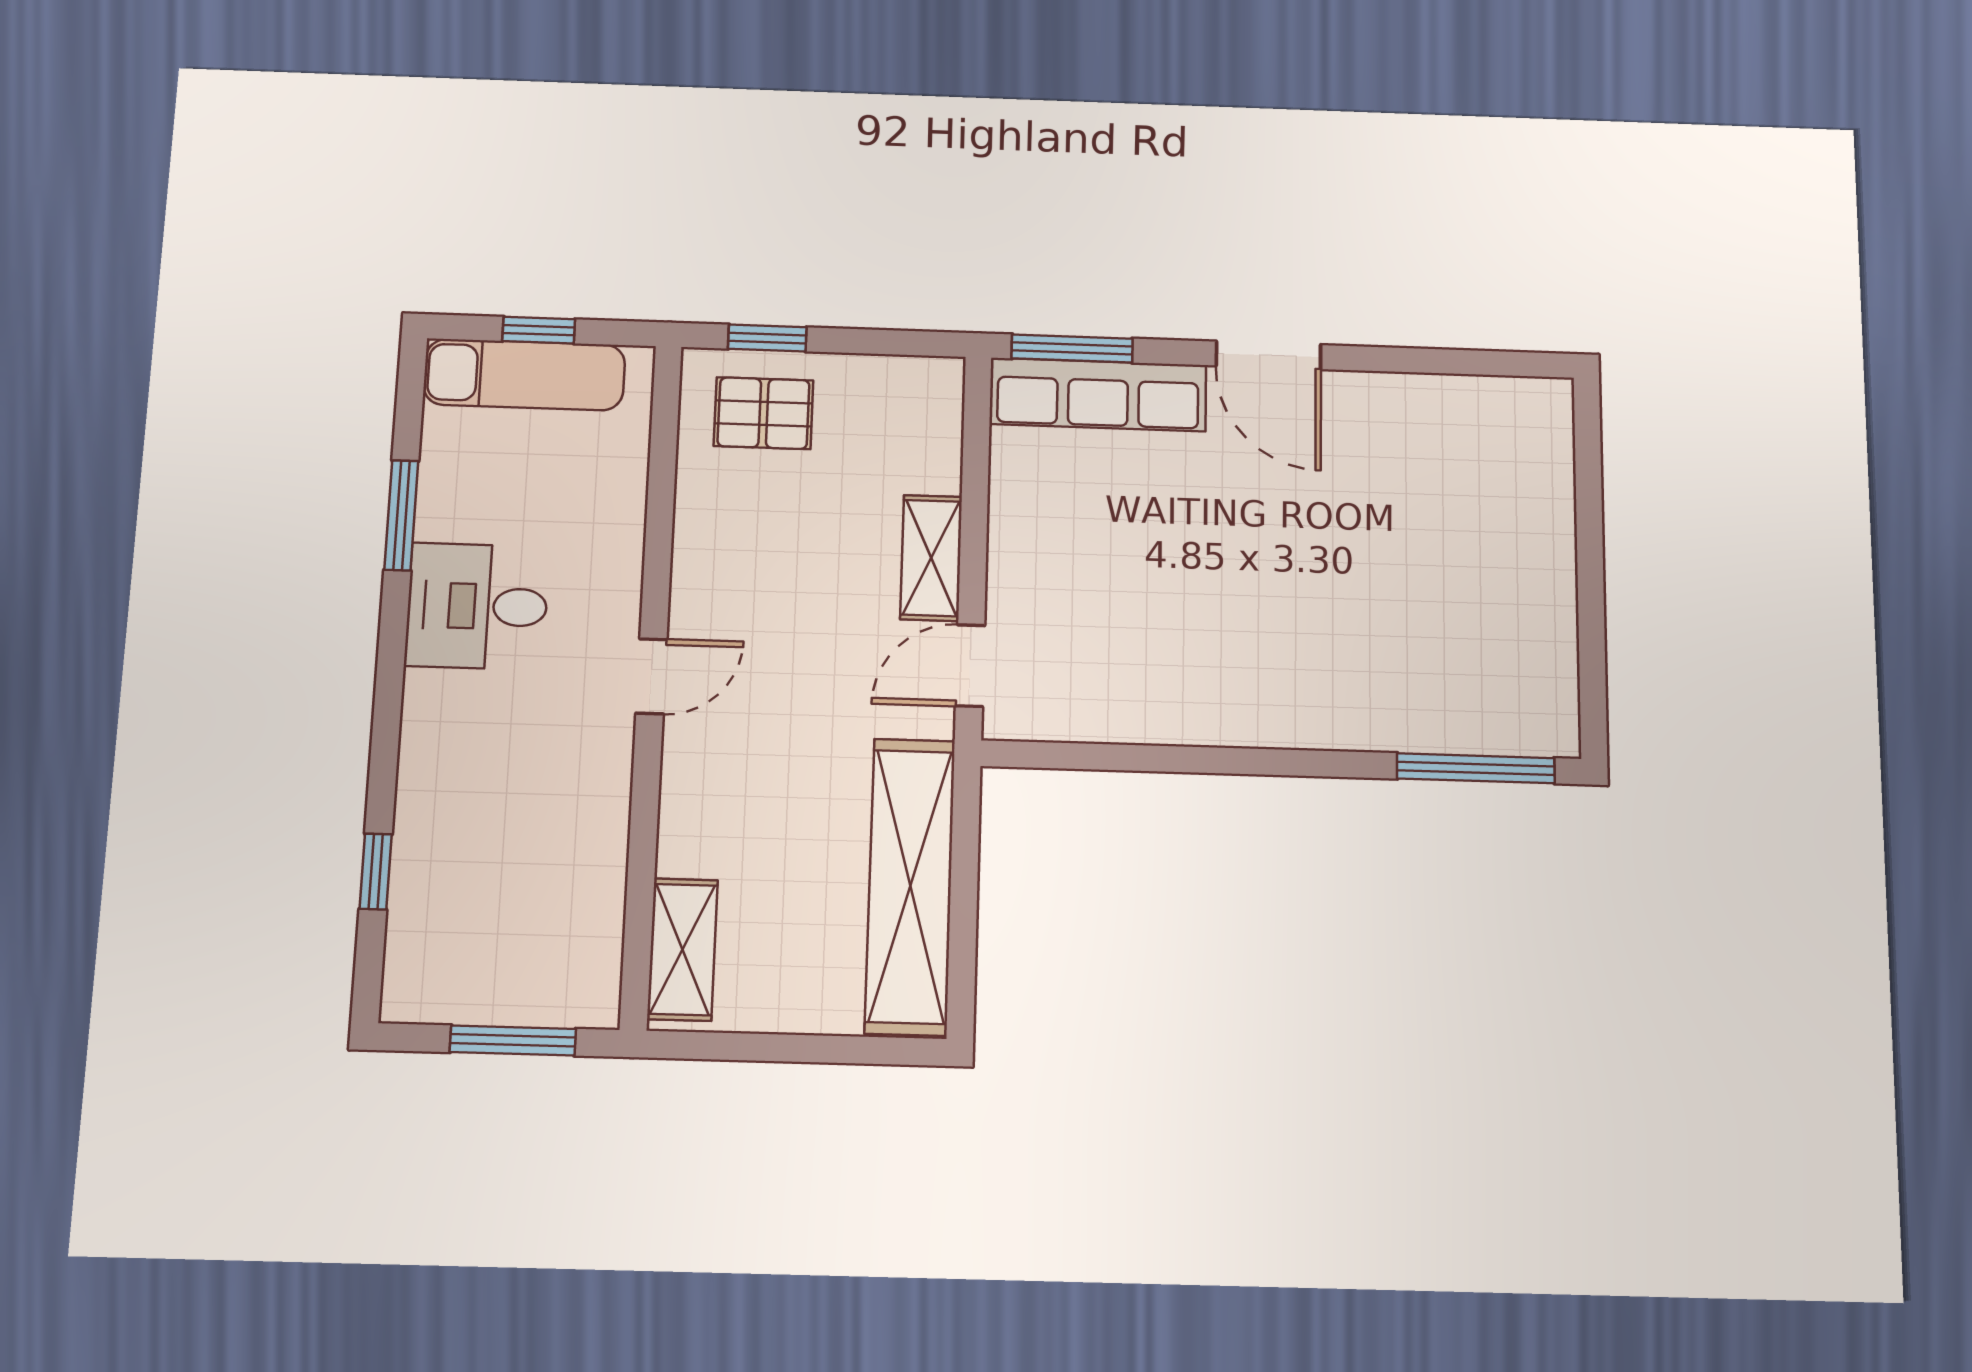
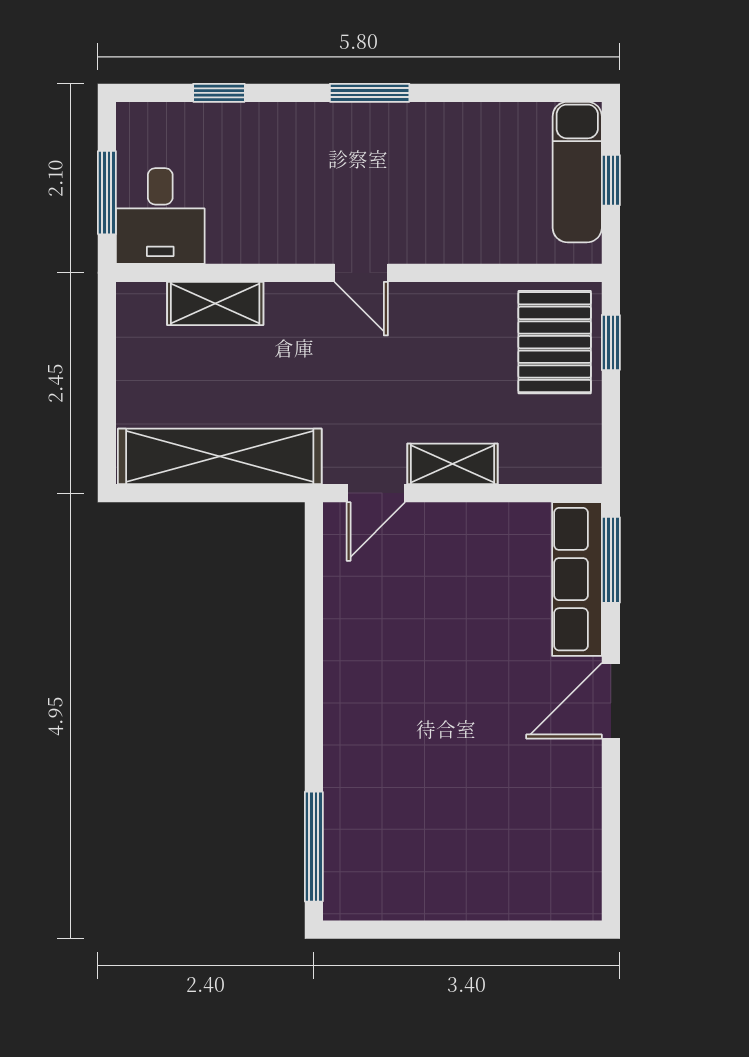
pallet: (764, 413) -> (555, 342), width x1.50, depth x1.42
window: (401, 515) -> (370, 93), moved
desk: (477, 606) -> (160, 216), moved, turned 180
door: (970, 666) -> (376, 493), swing flipped
shelving: (682, 949) -> (215, 303), moved

